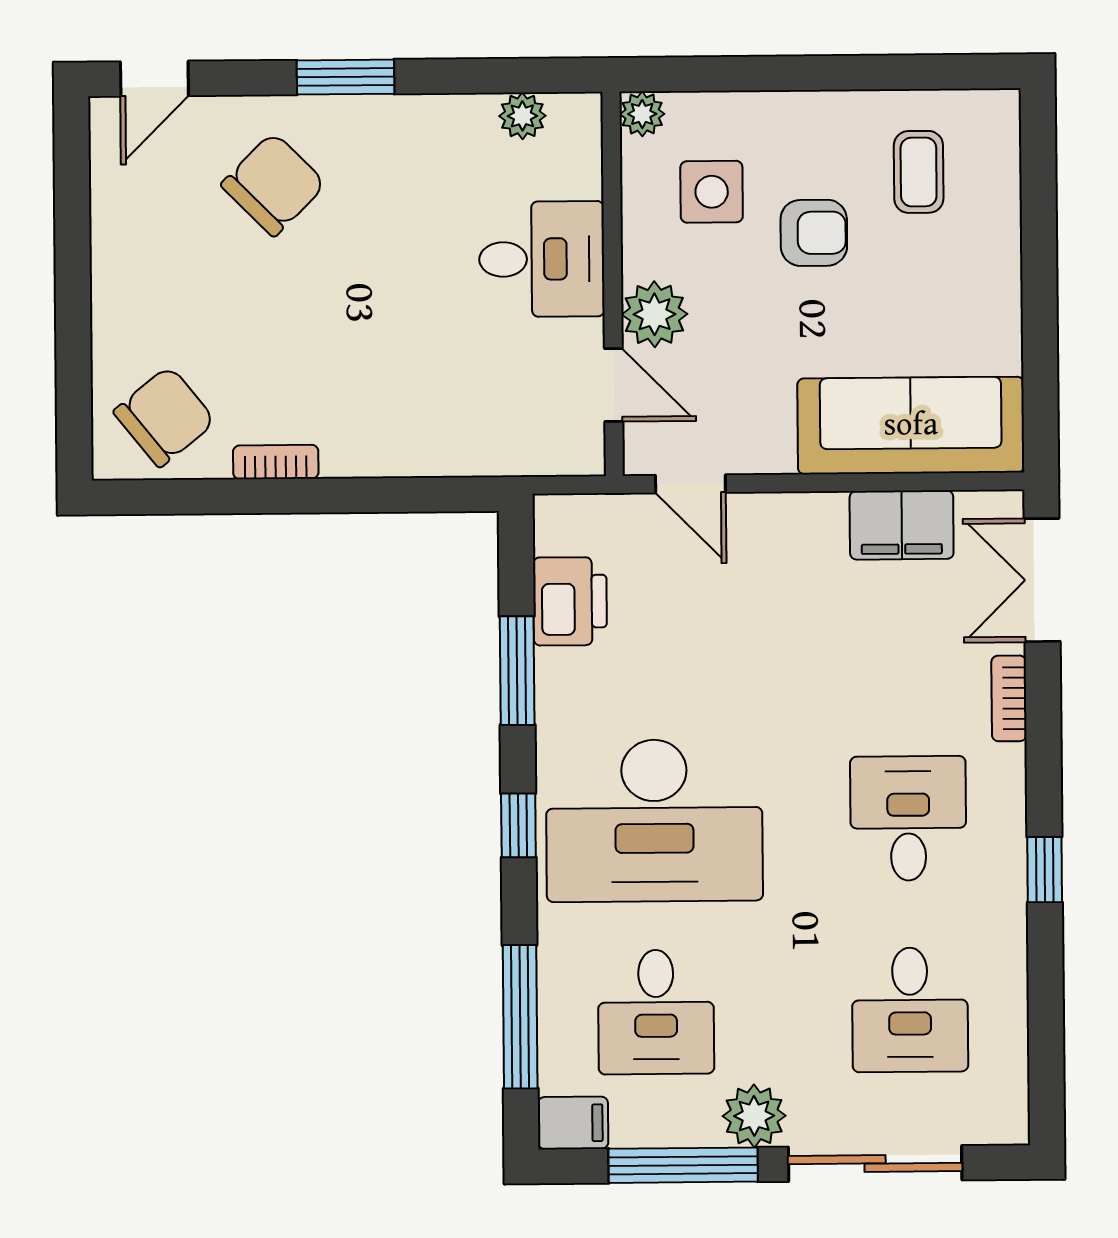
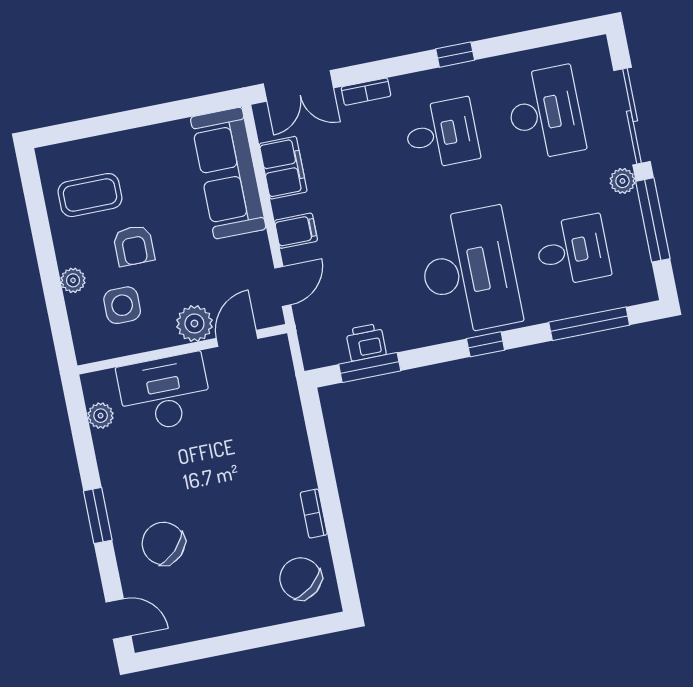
plant: (642, 114) -> (73, 280), moved
coffee table: (919, 172) -> (90, 195), width x1.36, depth x1.30
armchair: (814, 233) -> (134, 246), turned 180
desk: (542, 259) -> (165, 393), width x1.37
printer: (570, 601) -> (366, 342), width x0.73, depth x0.81
window: (517, 671) -> (370, 368), moved
desk: (908, 818) -> (441, 134), turned 180
desk: (910, 1010) -> (545, 113), width x1.37
plant: (754, 1116) -> (622, 181), width x0.73, depth x0.73
filing cabinet: (573, 1123) -> (296, 231), moved, turned 90

